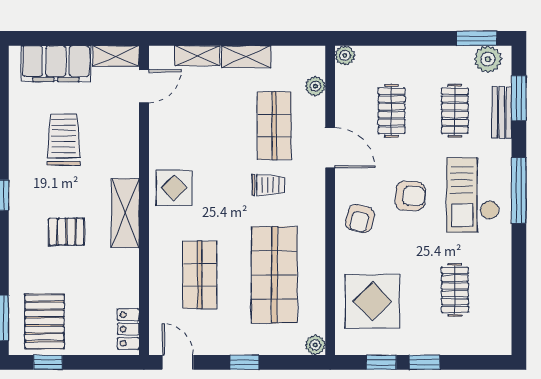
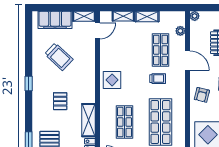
trolley: (64, 140) -> (59, 57), turned 133
shelving: (125, 213) -> (88, 120), moved
pallet: (66, 232) -> (60, 101), turned 90

